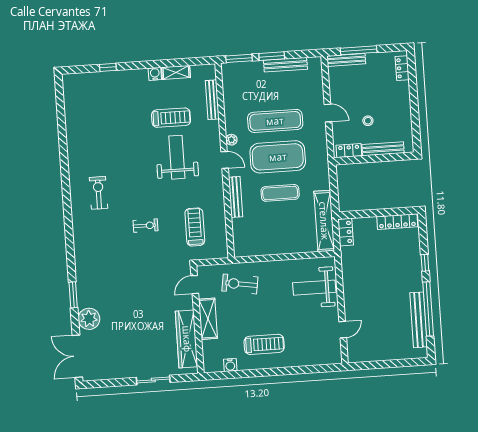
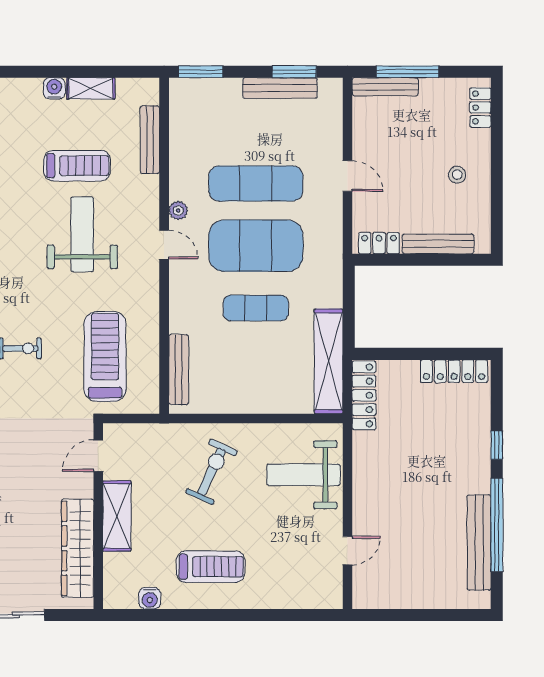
window: (272, 56) -> (294, 72), moved
stool: (368, 121) -> (457, 175), moved
bench: (236, 197) -> (179, 370), moved
treadmill: (195, 227) -> (105, 357), width x1.37, depth x1.38
locker: (346, 232) -> (364, 395), width x1.53
exercise bike: (240, 284) -> (211, 472), moved, turned 106

